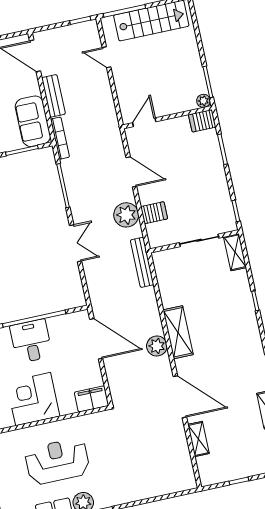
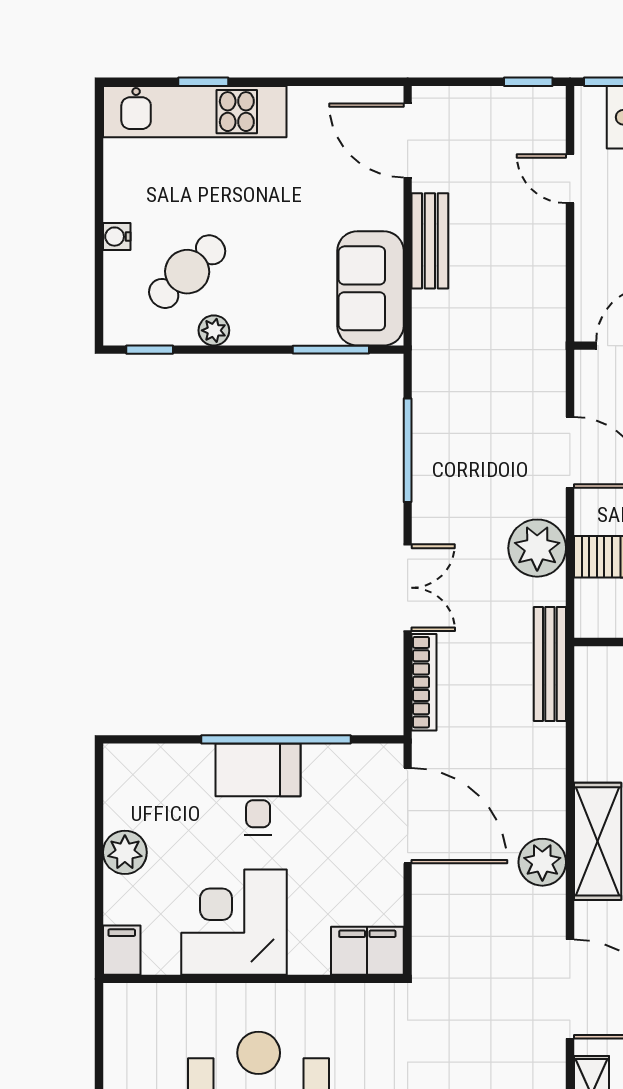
bookcase: (60, 138) -> (424, 682), moved

